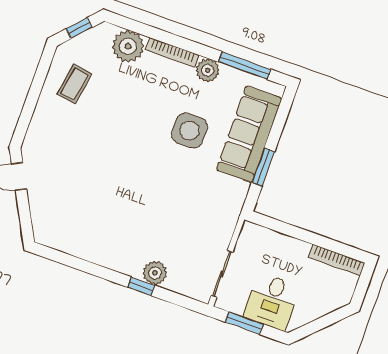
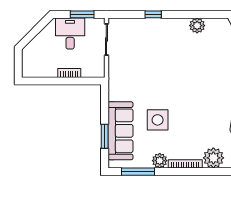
window: (263, 167) -> (105, 136), moved
bookcase: (337, 260) -> (69, 73), moved, width x0.64
plant: (155, 273) -> (197, 26), moved

